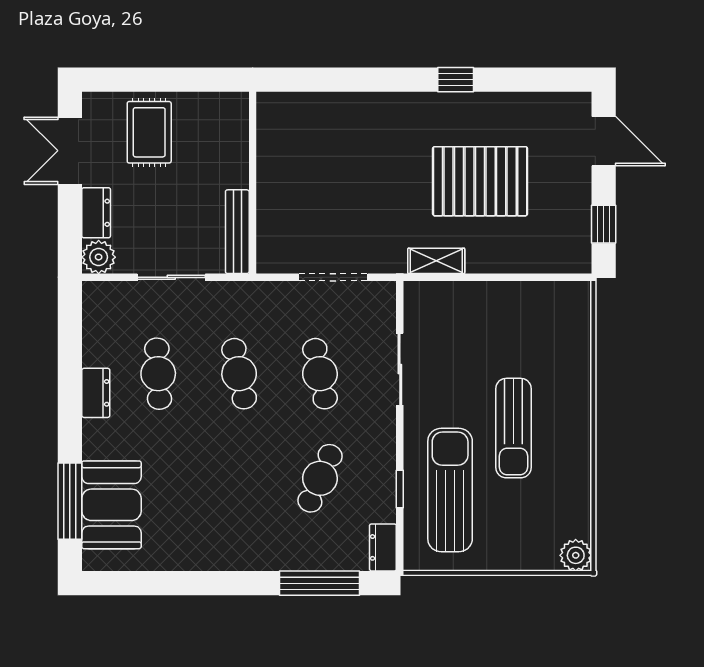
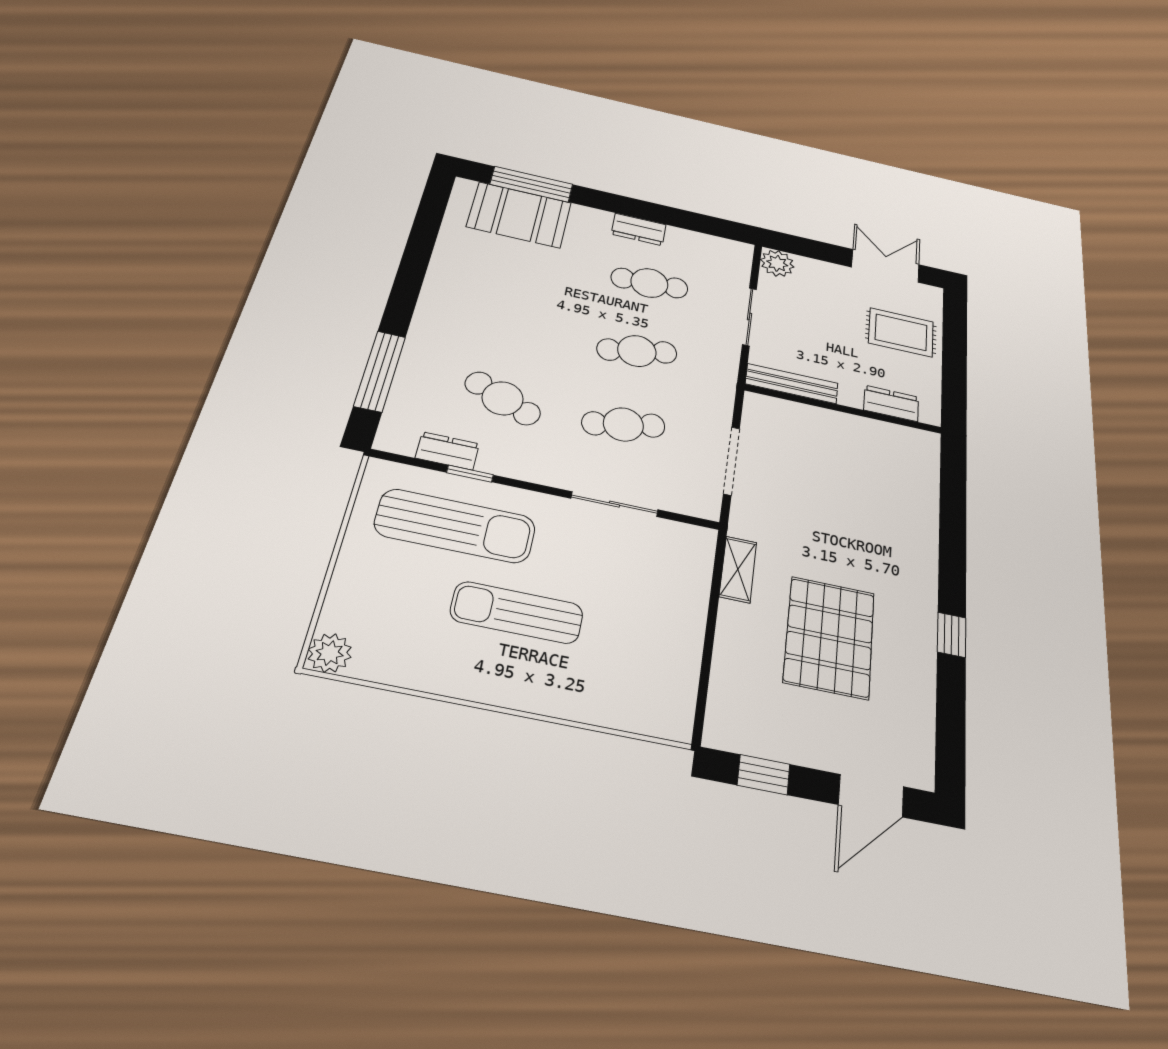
dresser: (96, 213) -> (891, 403), moved, turned 180
dresser: (383, 547) -> (447, 451), moved

